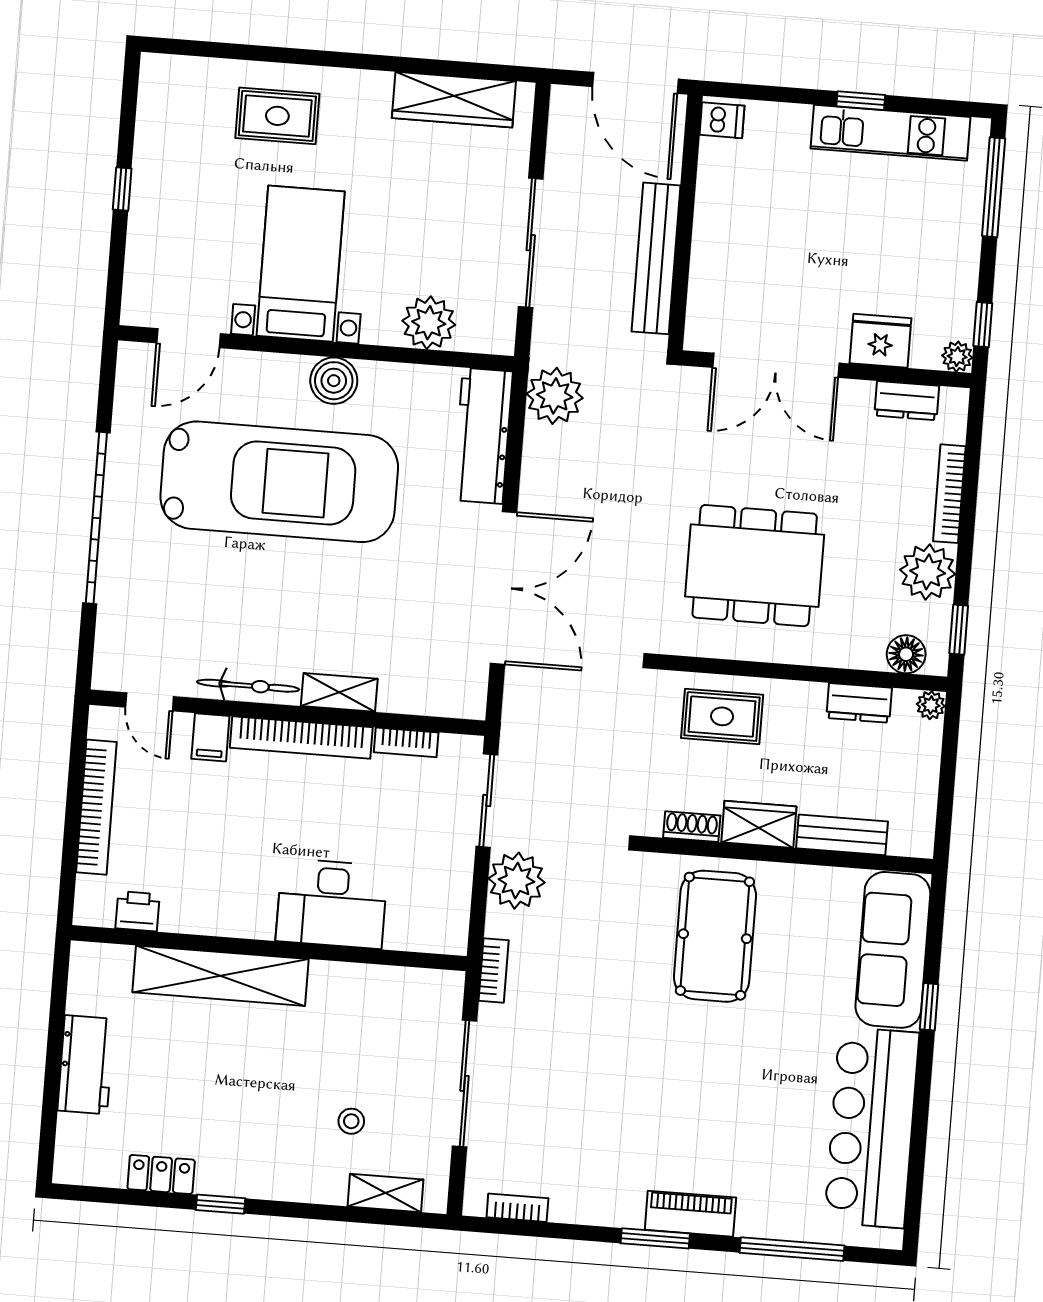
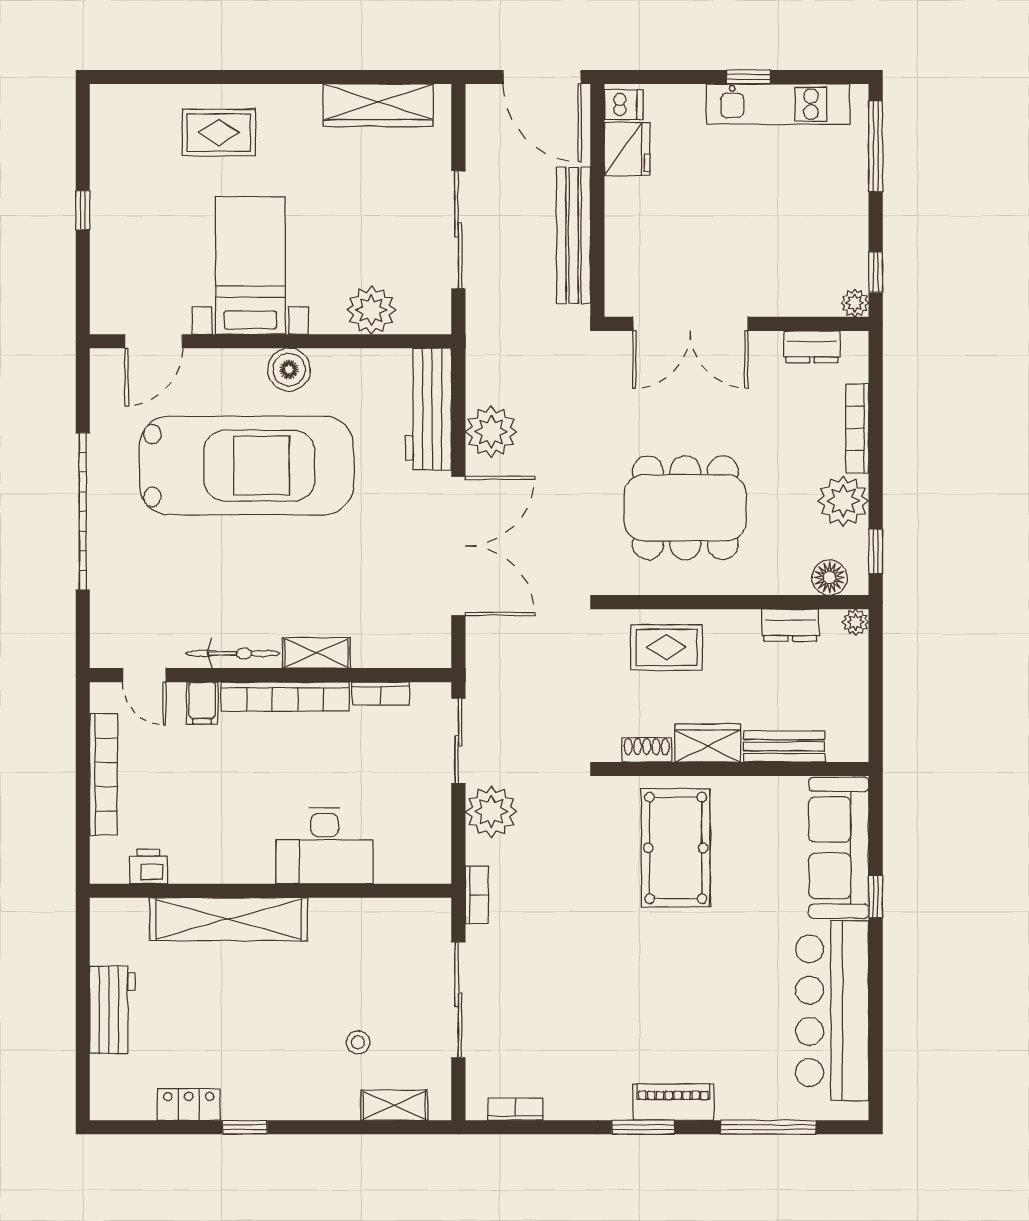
fridge: (880, 341) -> (627, 149), moved, turned 90
plant: (555, 396) -> (491, 432), moved

